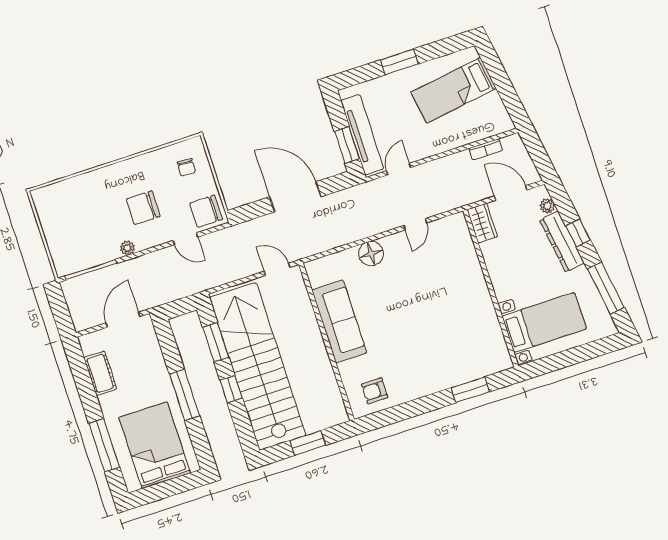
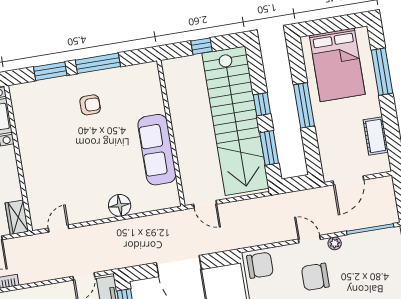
chair: (143, 208) -> (315, 277), turned 180
door: (415, 224) -> (59, 228), moved
door: (185, 239) -> (309, 239), moved
armchair: (375, 391) -> (90, 105), moved
window: (419, 407) -> (98, 63), added
window: (308, 443) -> (201, 46), width x0.67

